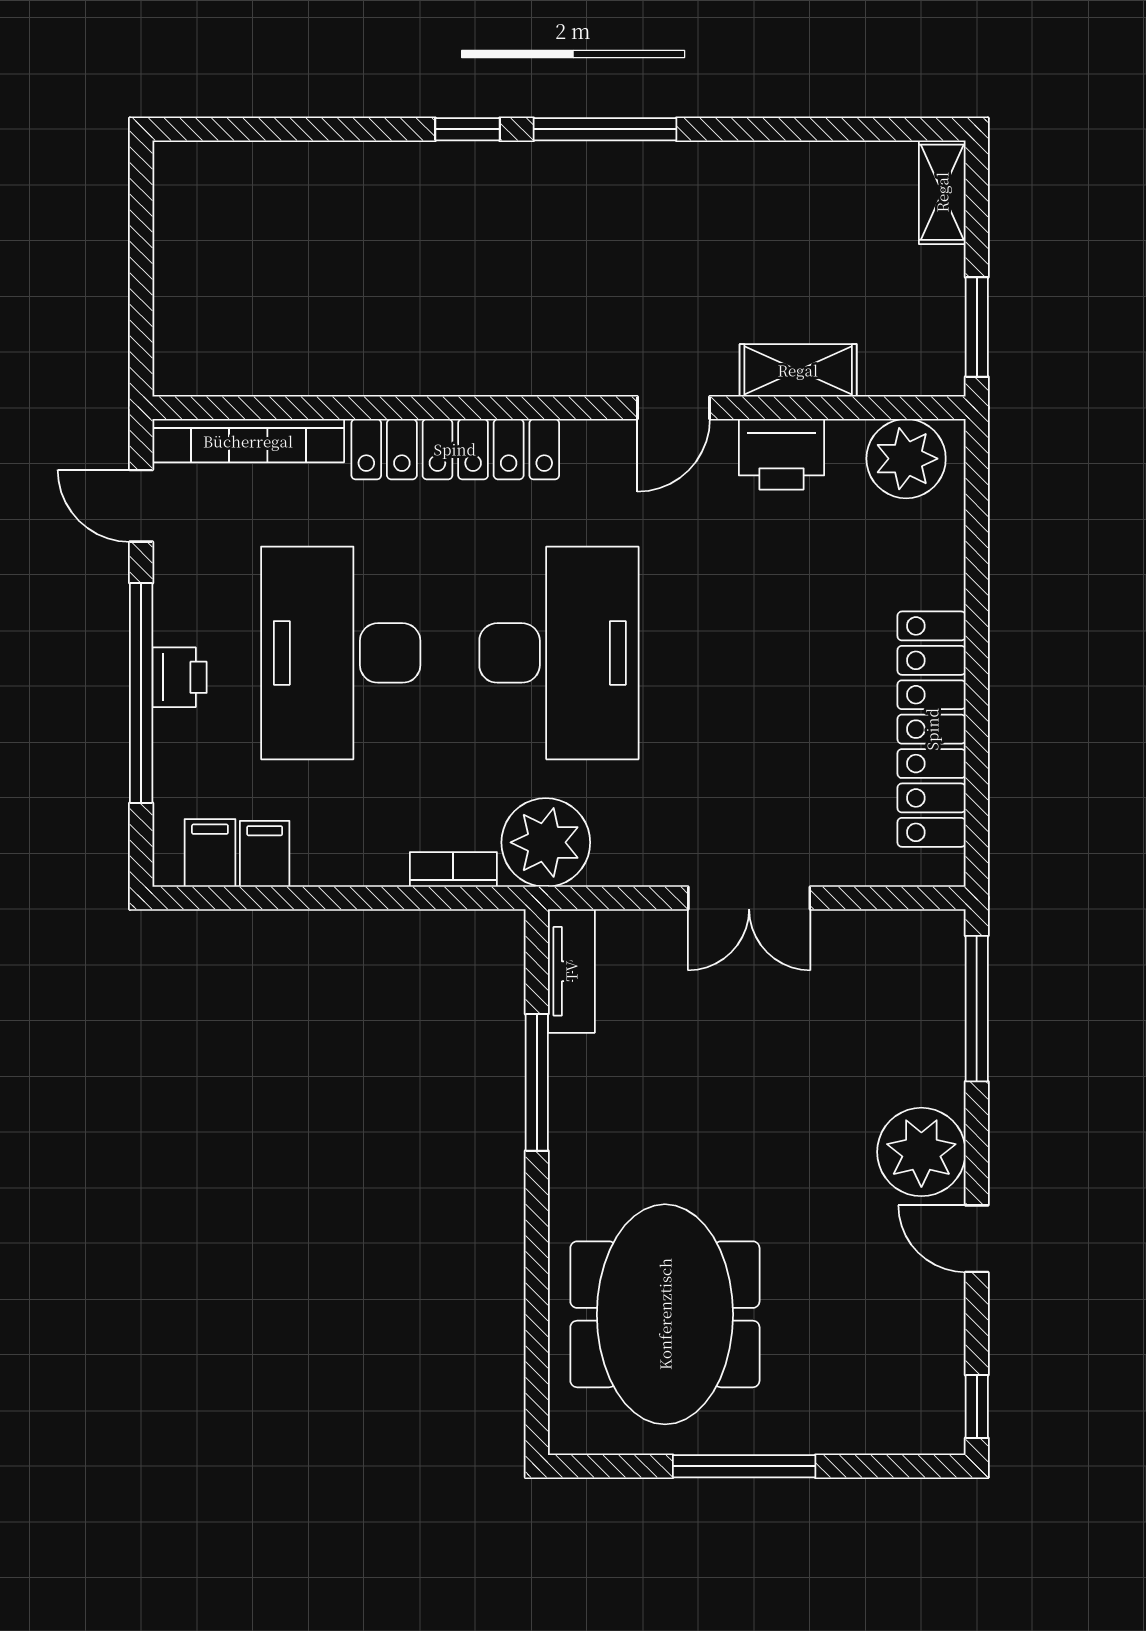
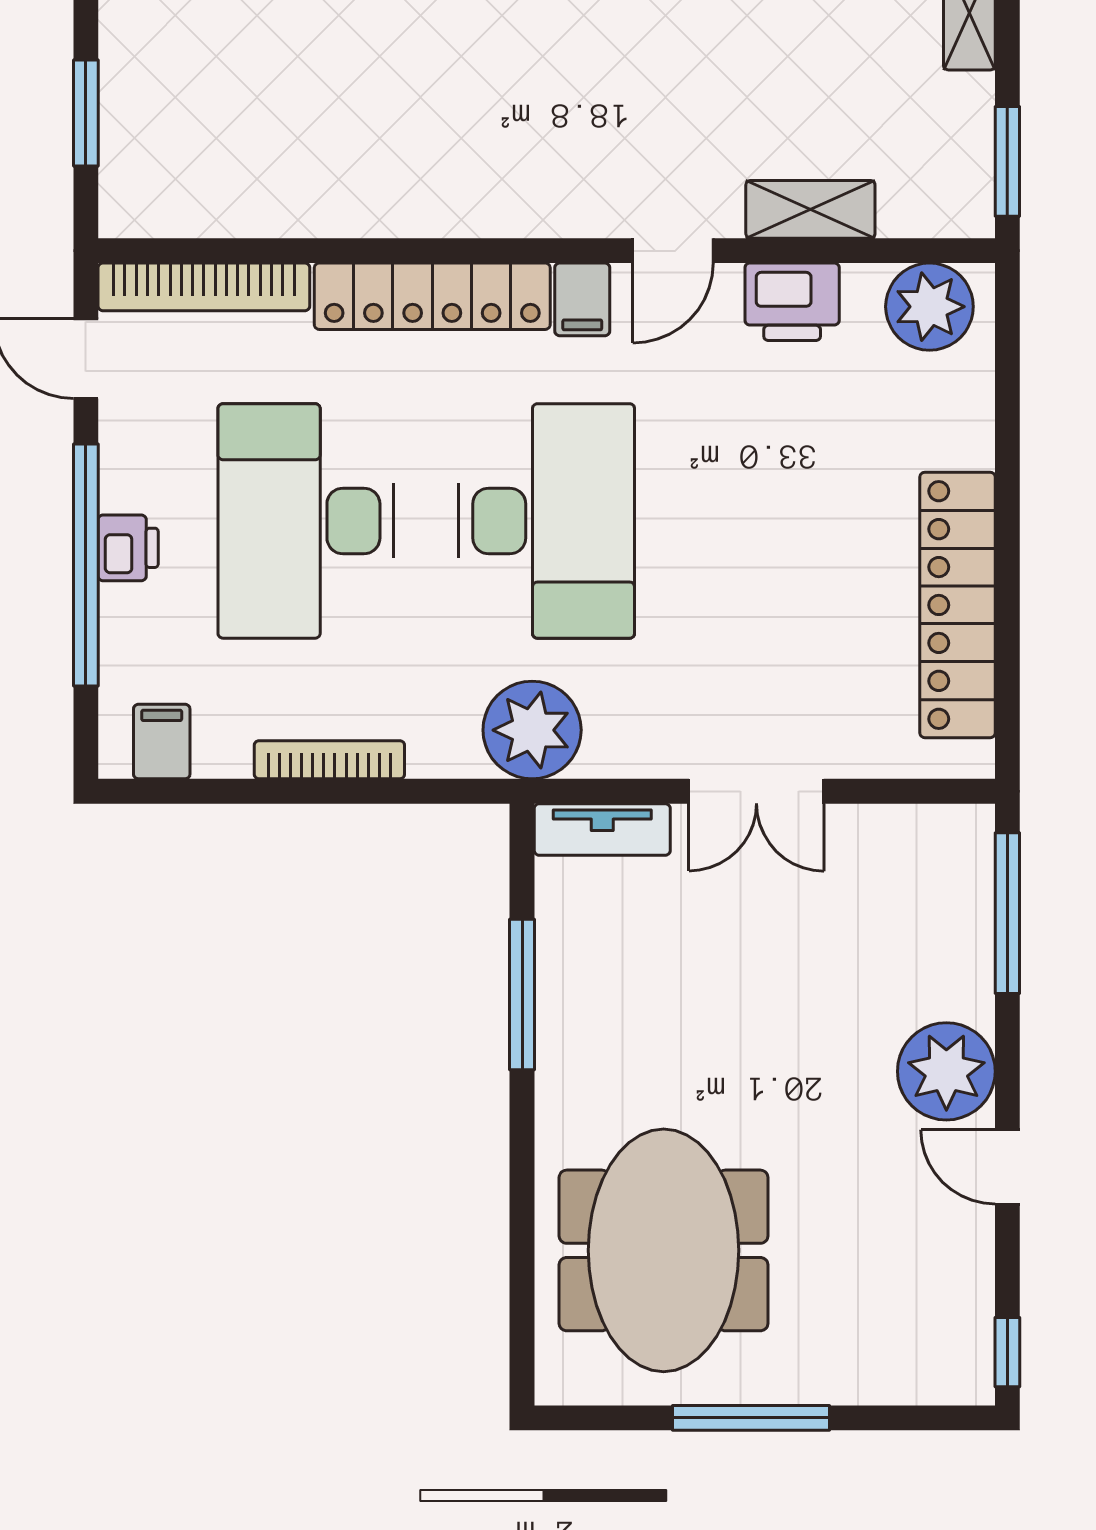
window: (141, 283) -> (86, 113), added
filing cabinet: (265, 854) -> (582, 299), moved, turned 180
bookcase: (453, 869) -> (329, 760), moved, width x1.56
tv unit: (571, 971) -> (602, 829), moved, turned 90

